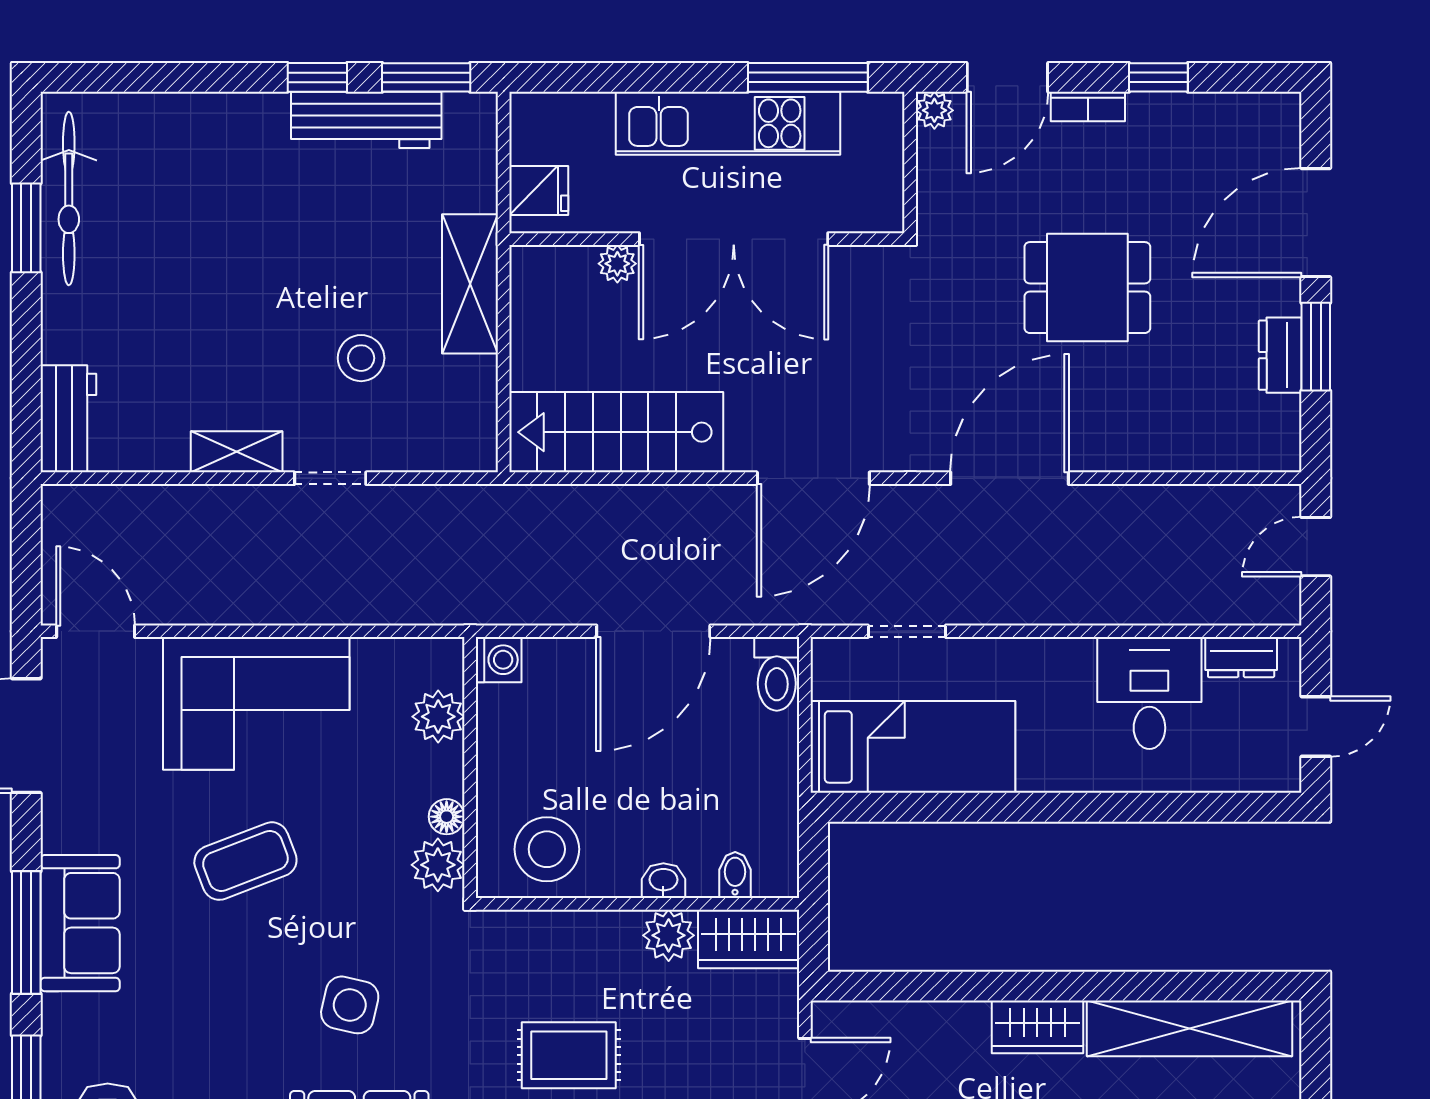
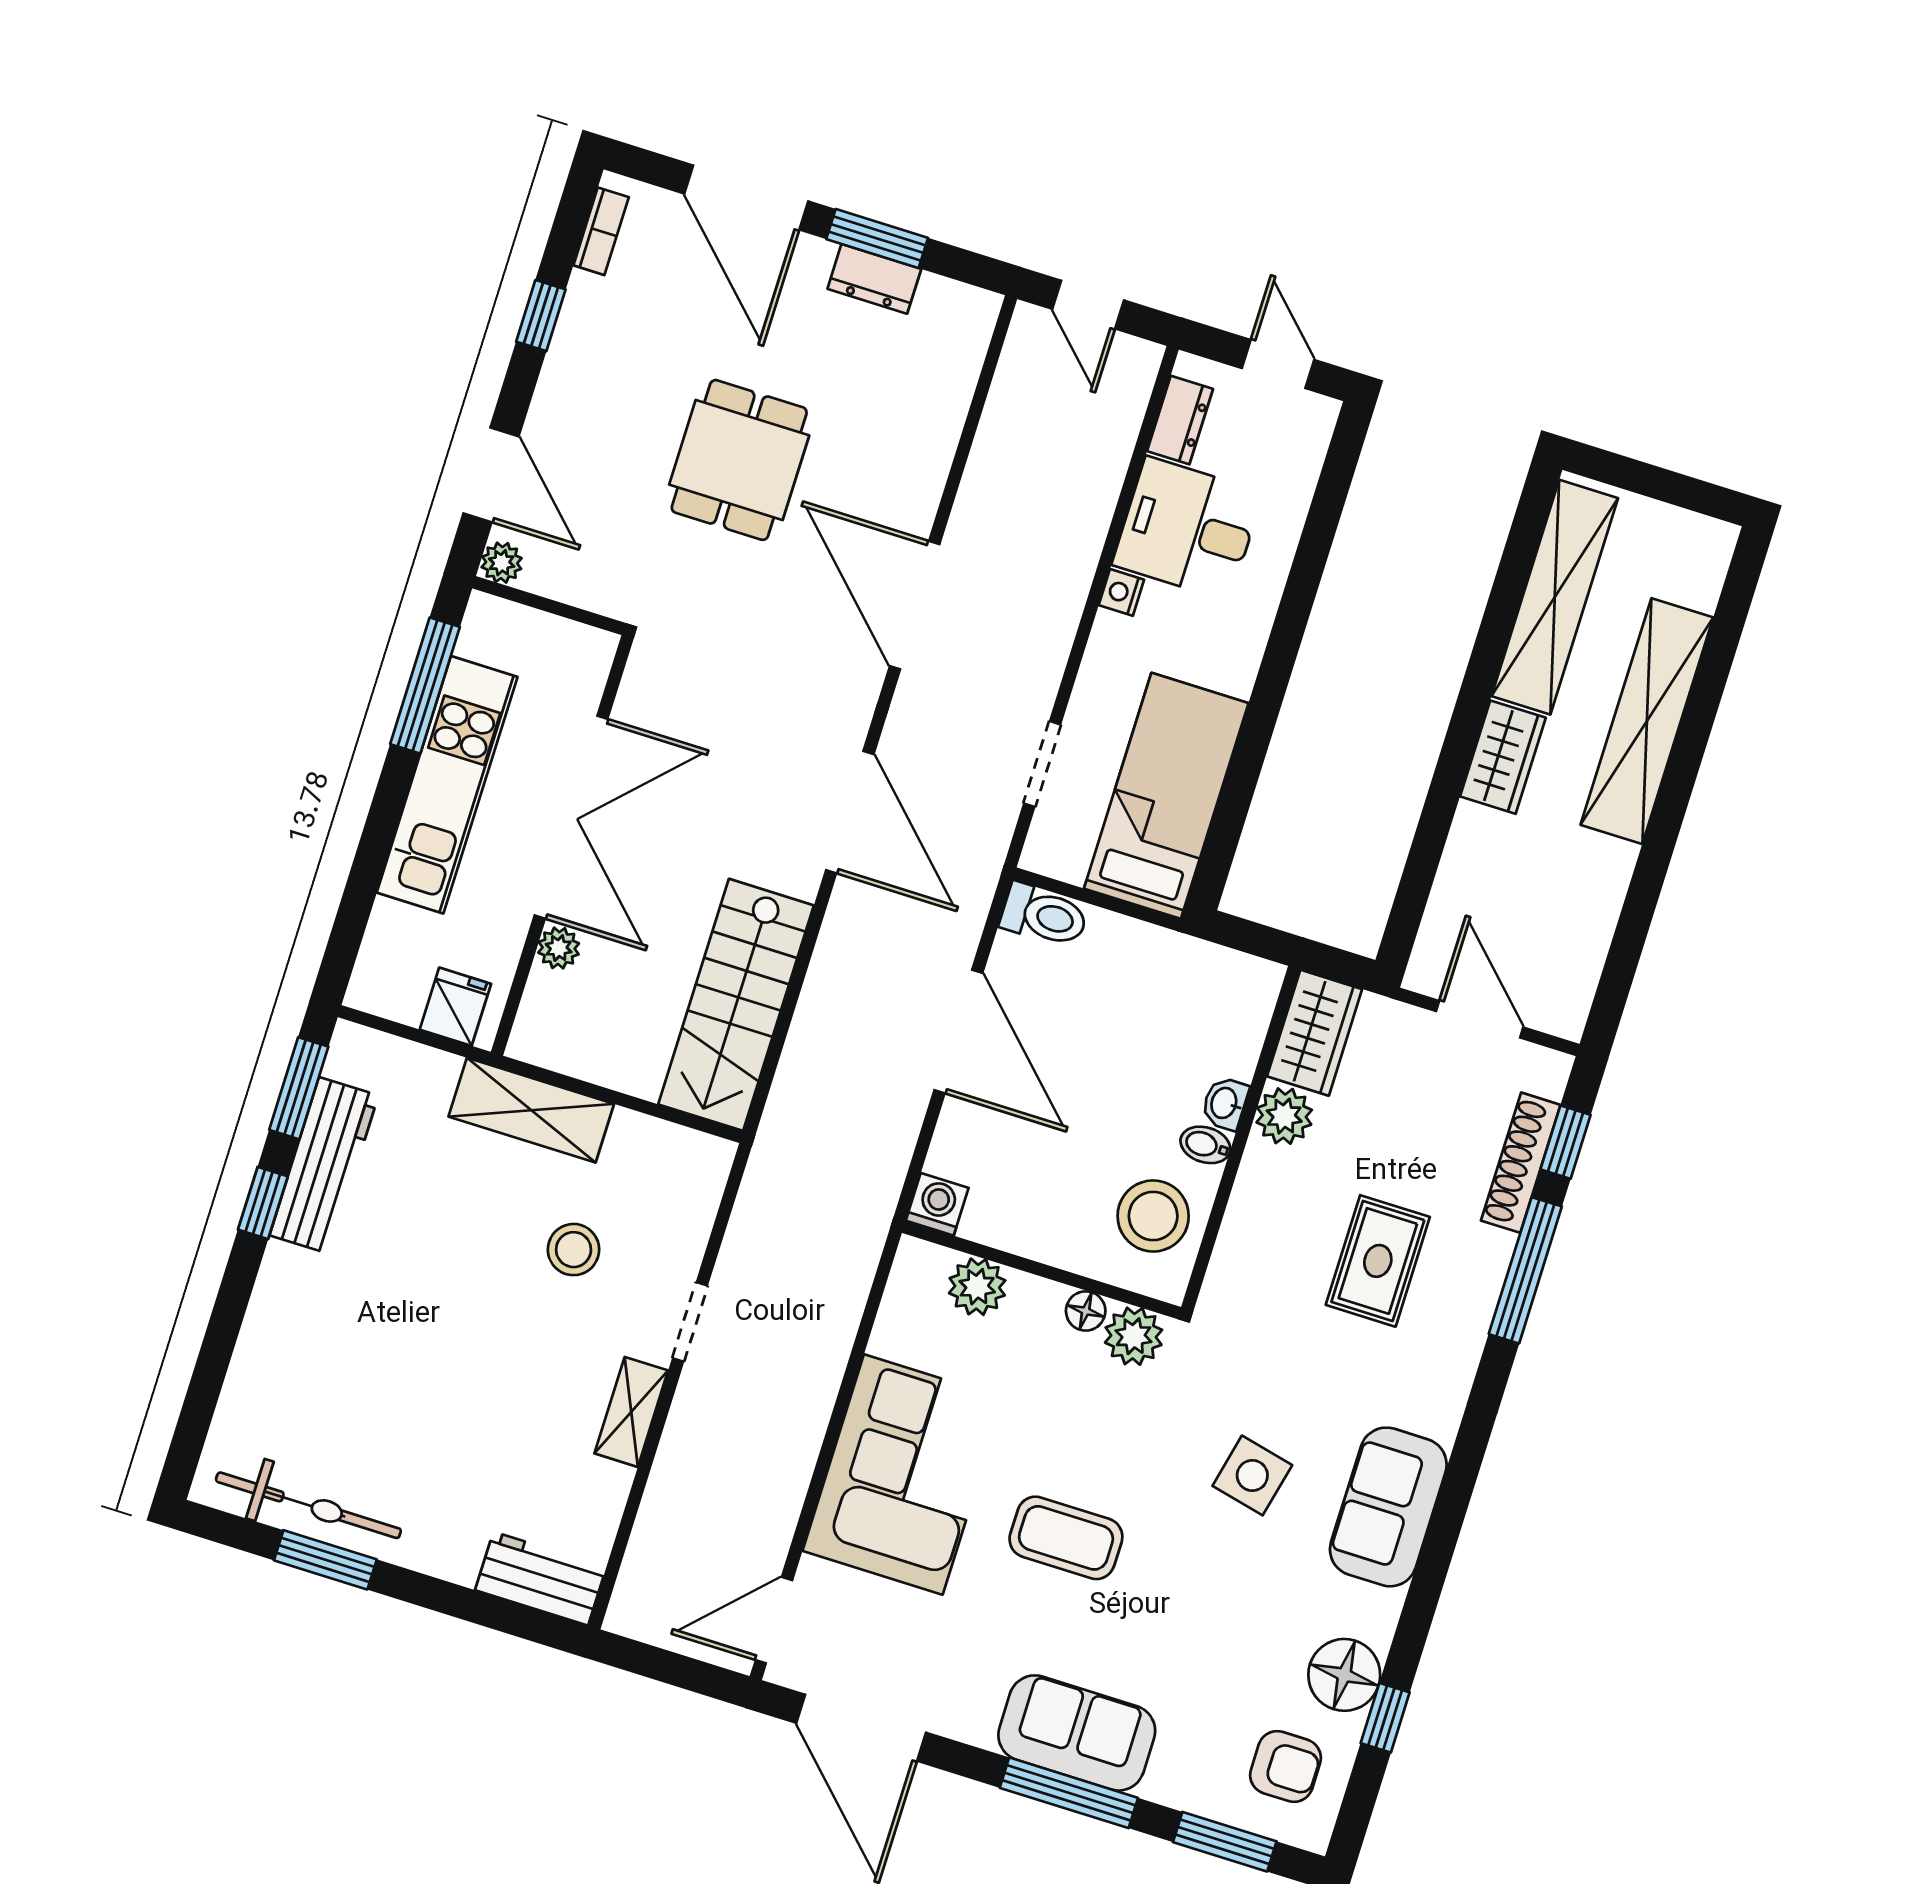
bookcase: (1088, 106) -> (601, 231), moved
nightstand: (1076, 653) -> (1121, 592), added
coffee table: (245, 861) -> (1066, 1538), turned -69
bidet: (735, 875) -> (1205, 1145), moved

